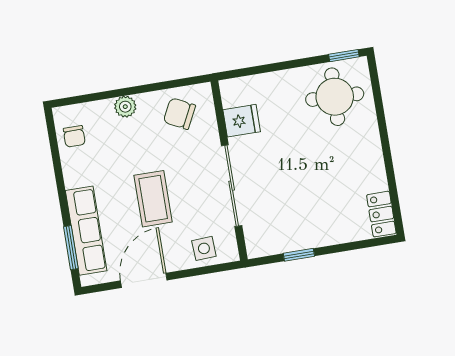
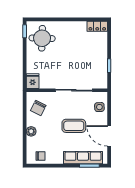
fridge: (242, 121) -> (33, 81), moved

